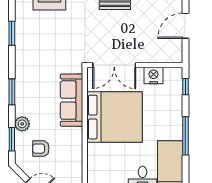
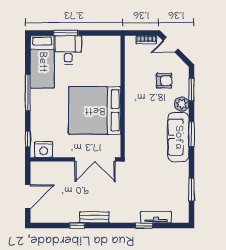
double door: (114, 65) -> (95, 159), swing flipped
nightstand: (154, 76) -> (44, 150), moved
sofa: (72, 100) -> (178, 137), moved, turned 180

